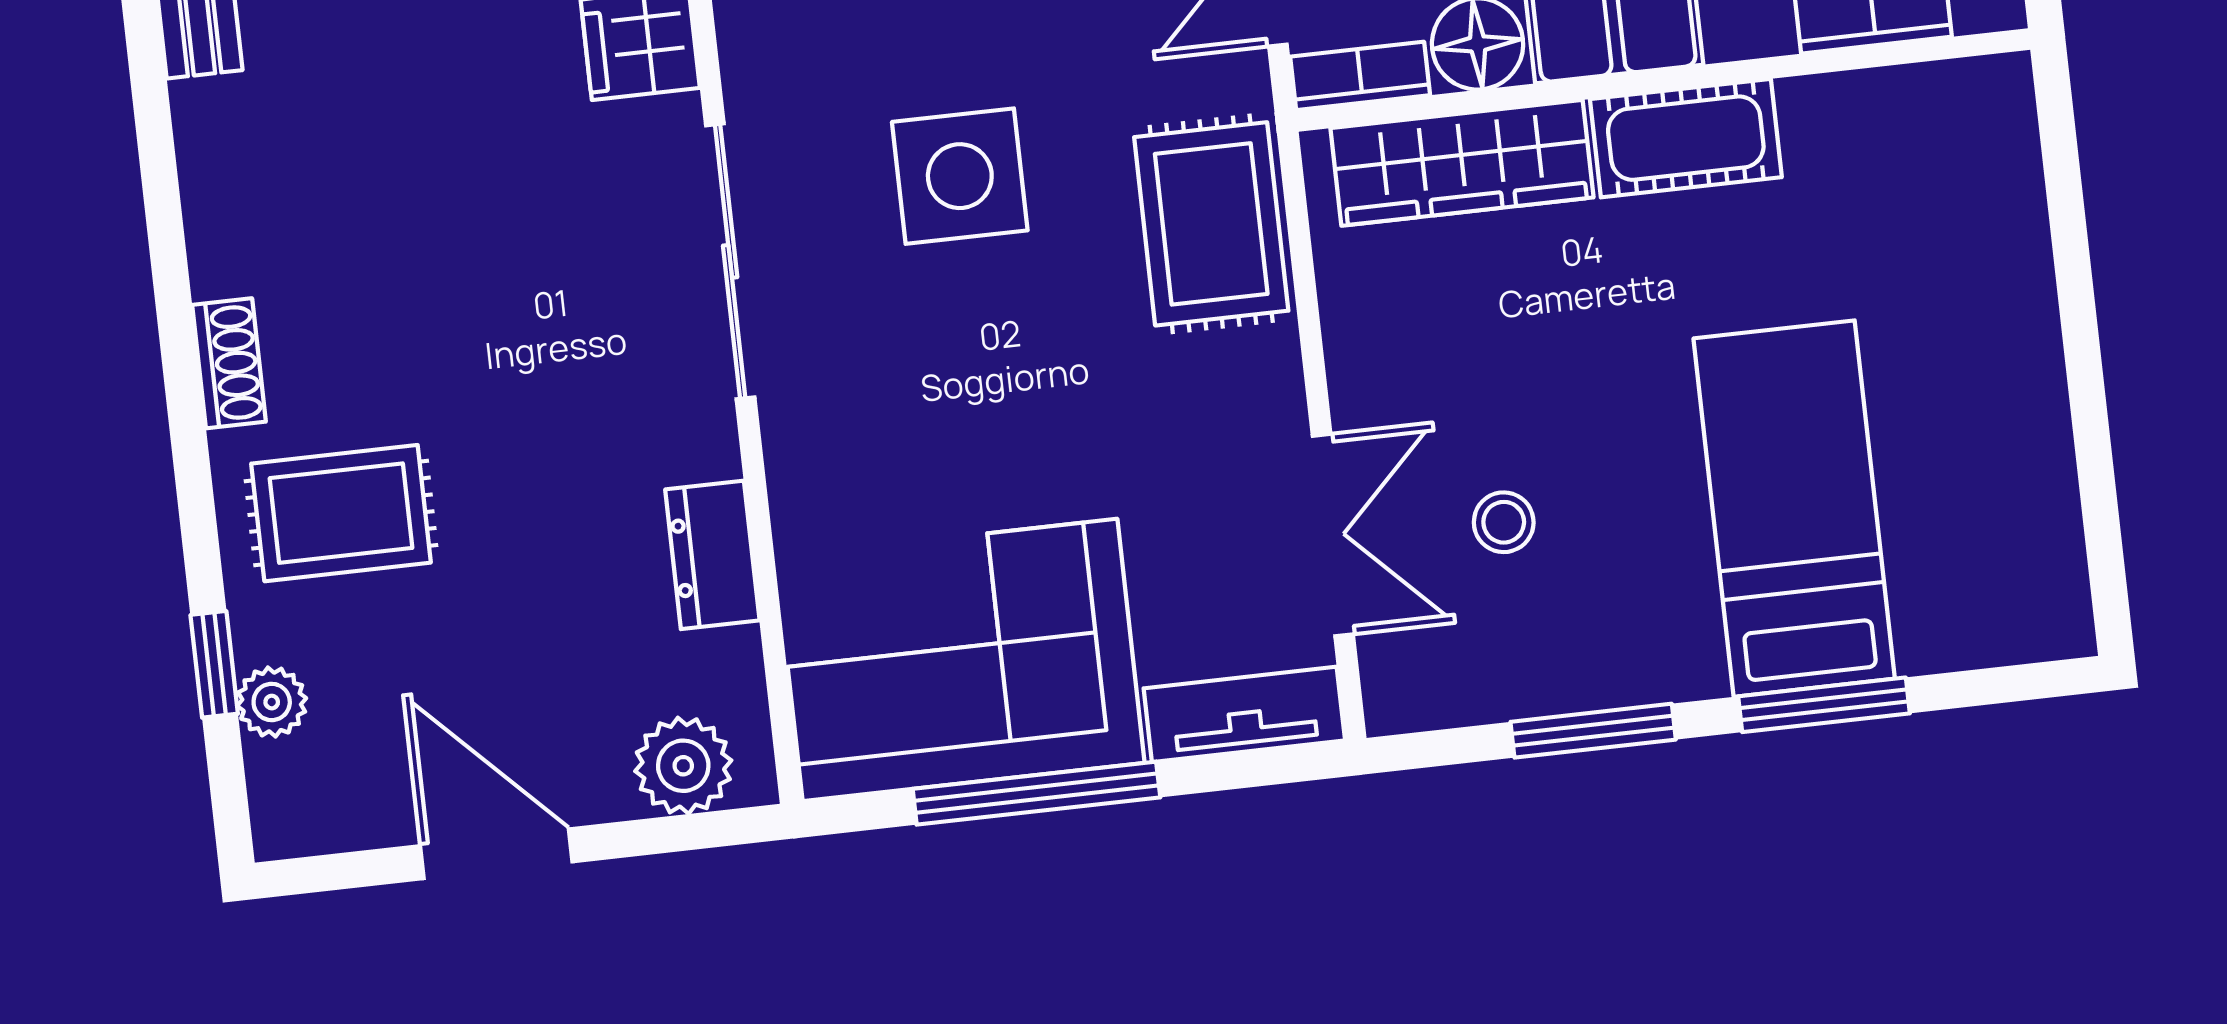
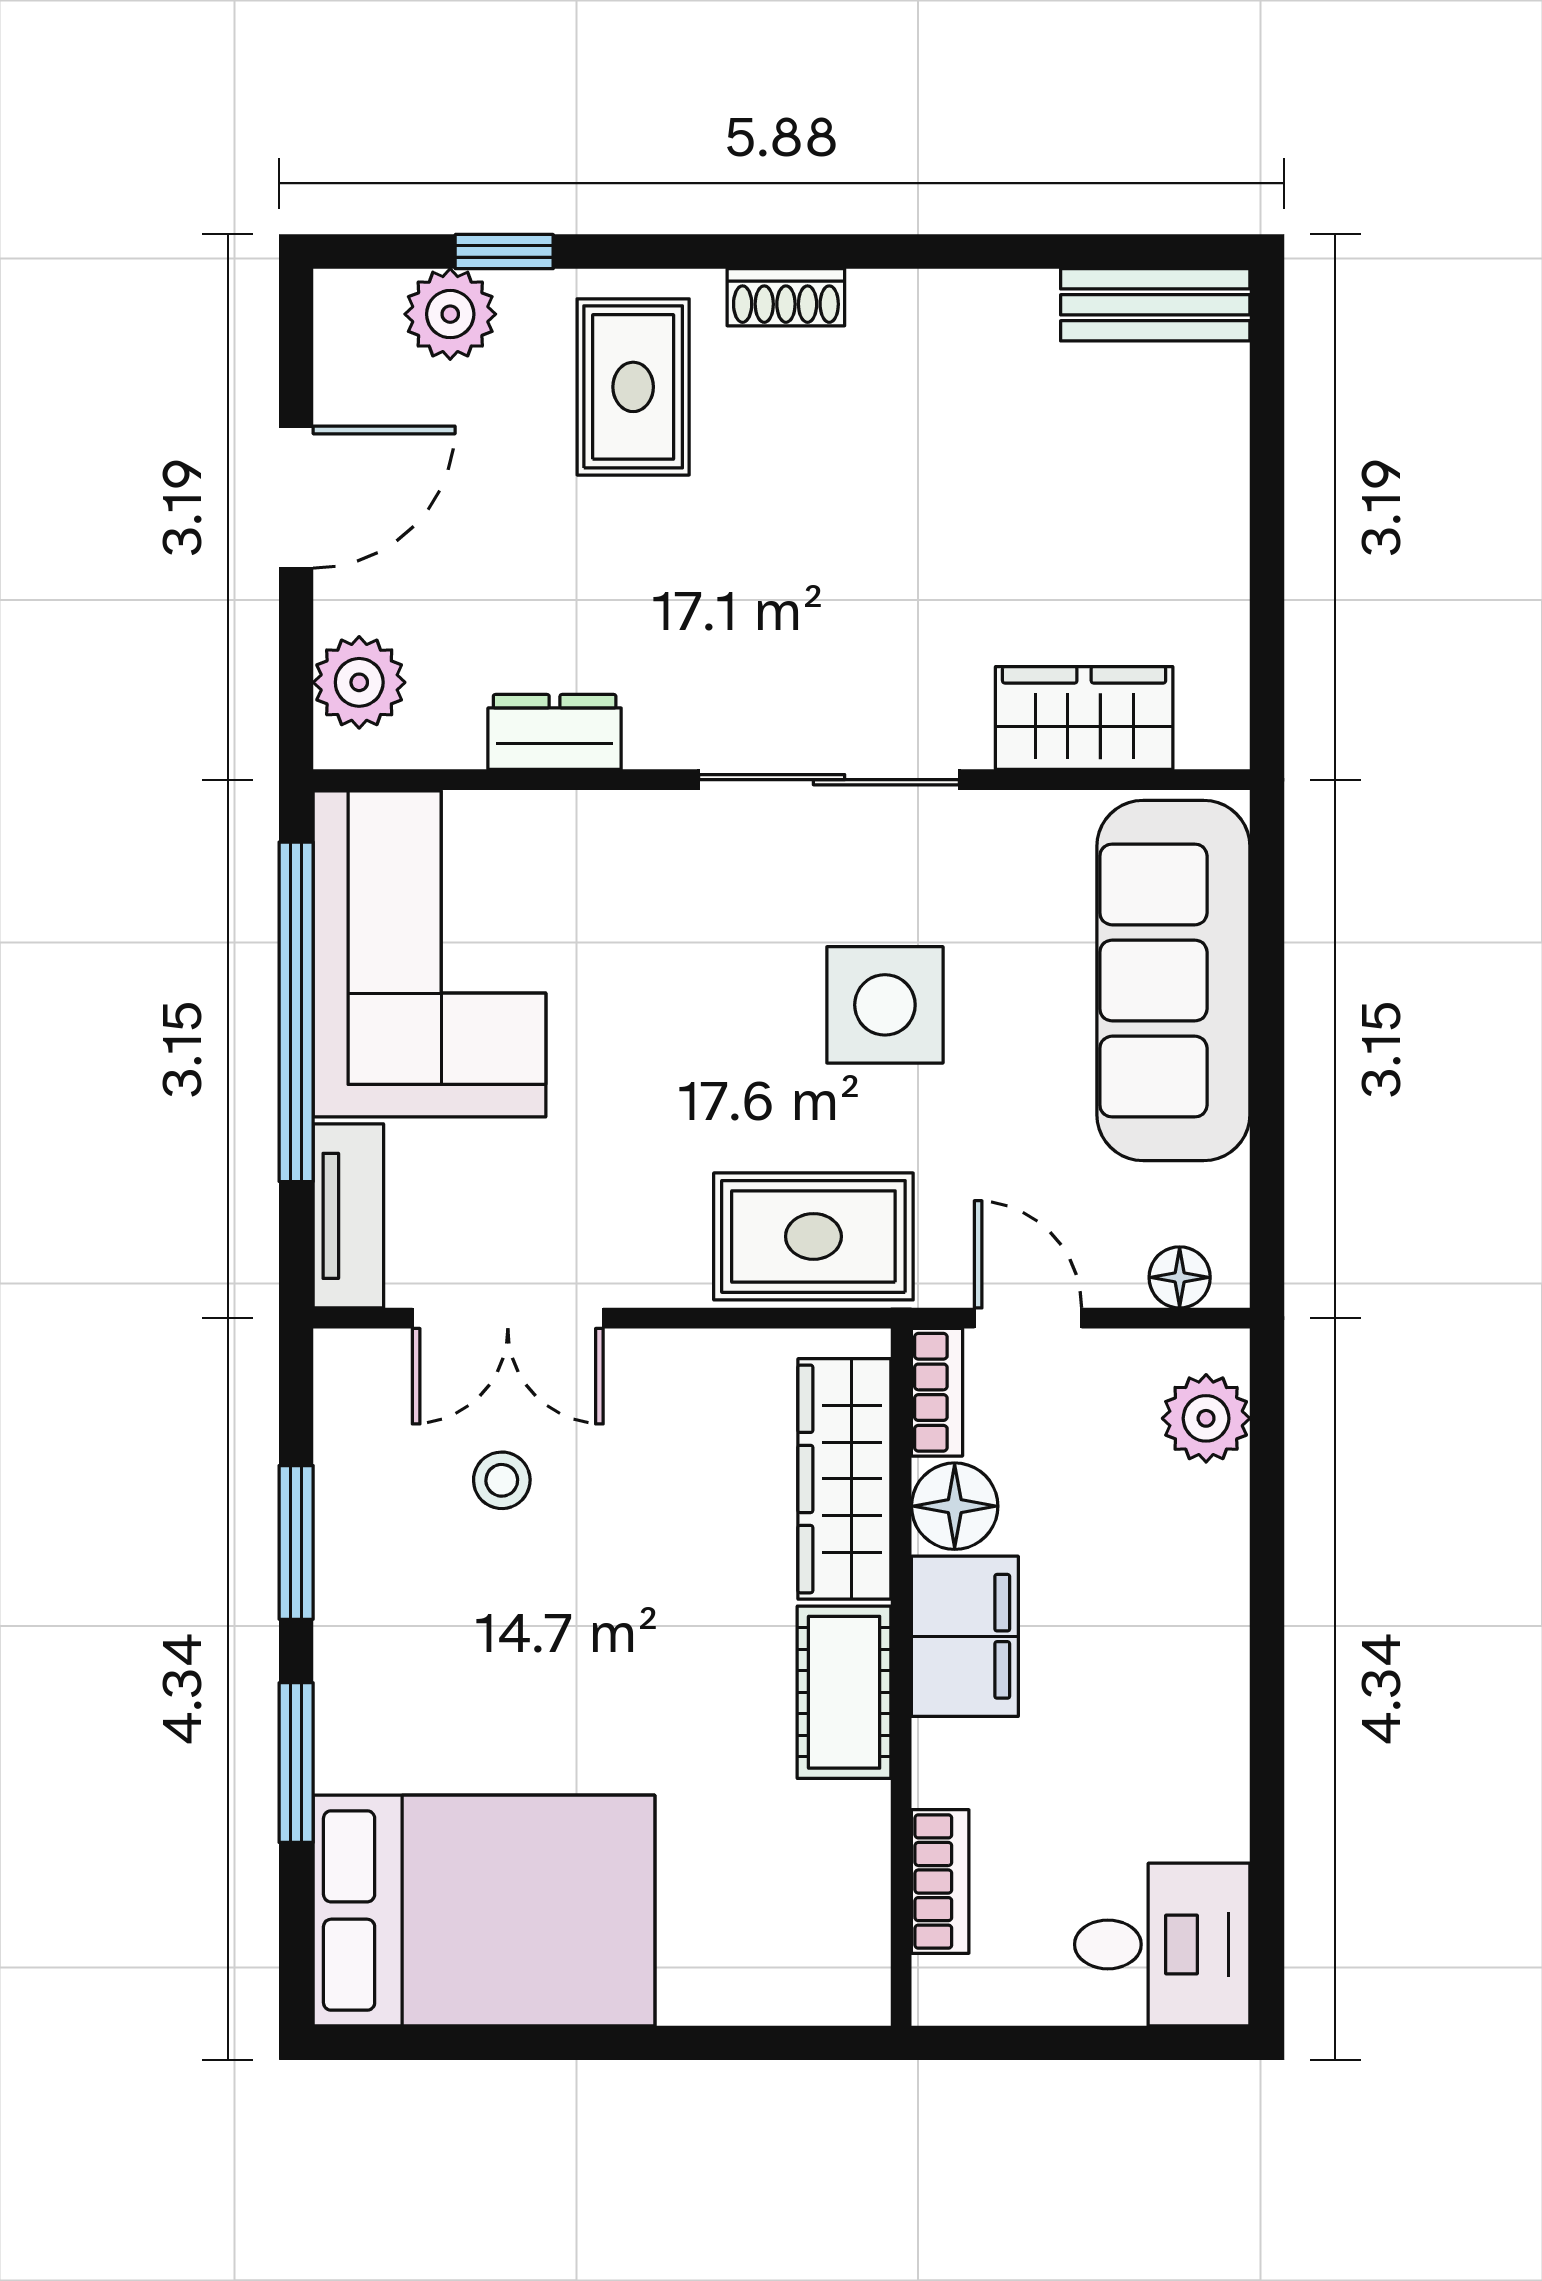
bed: (1794, 509) -> (484, 1911), moved, width x1.50
plant: (272, 702) -> (450, 314), width x1.38, depth x1.38
window: (1036, 793) -> (296, 1012), width x1.46

